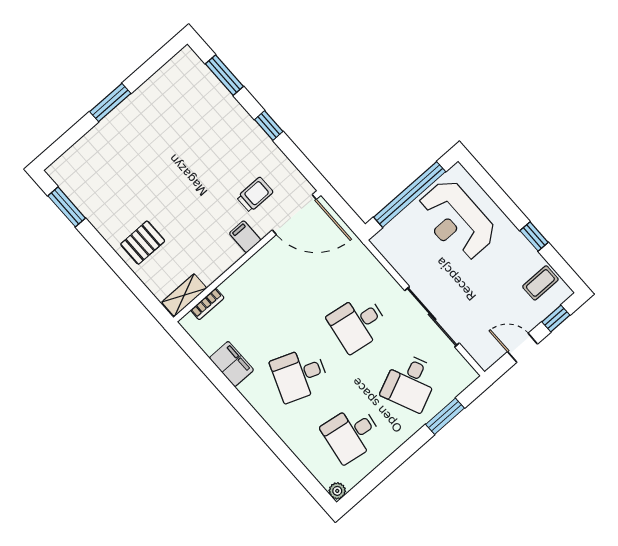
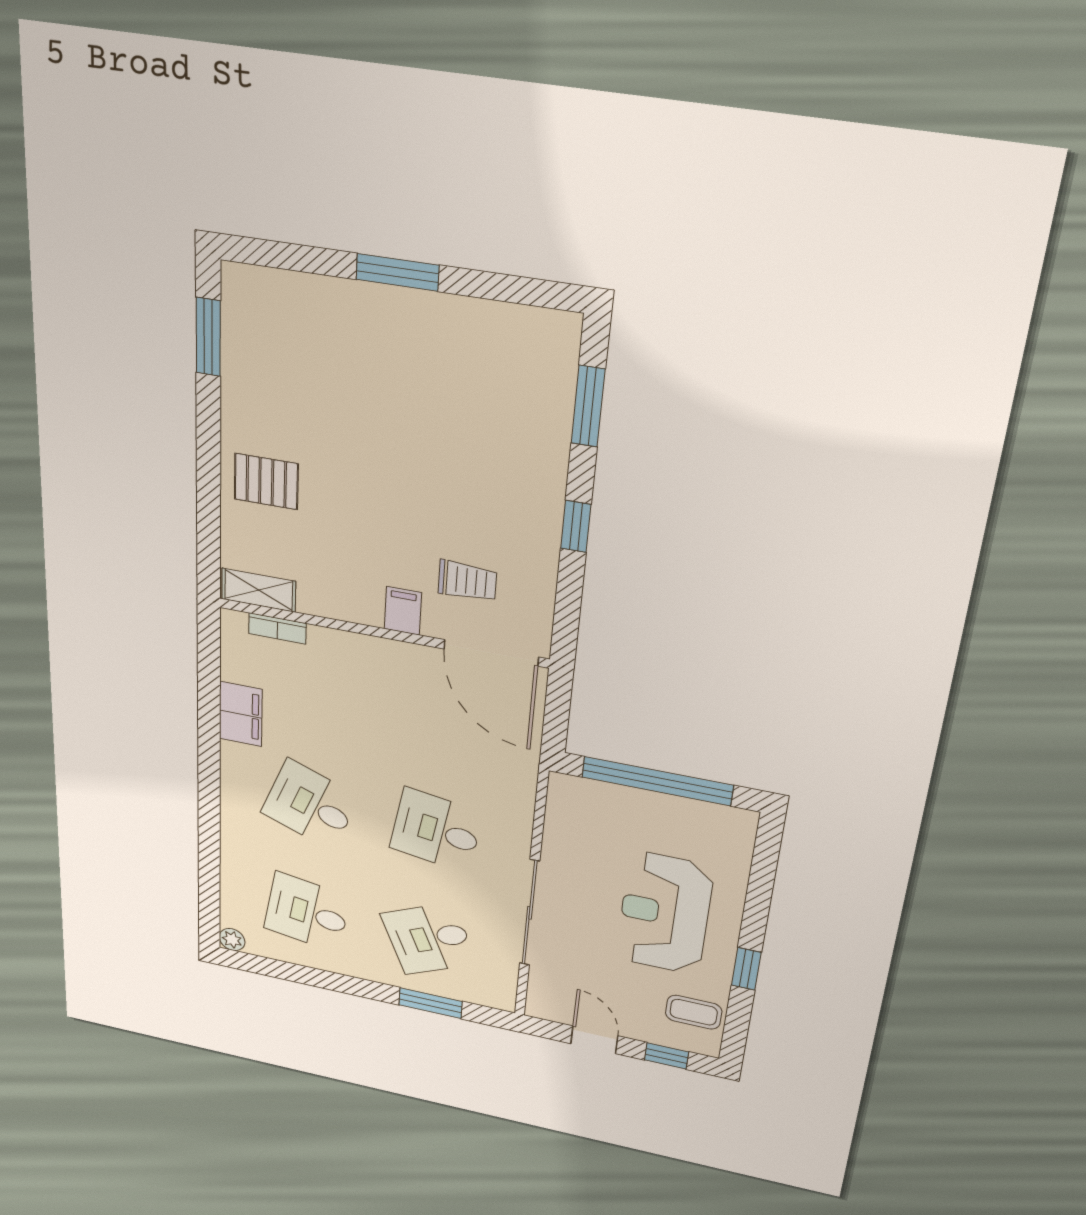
reception desk: (456, 220) -> (665, 913), moved

